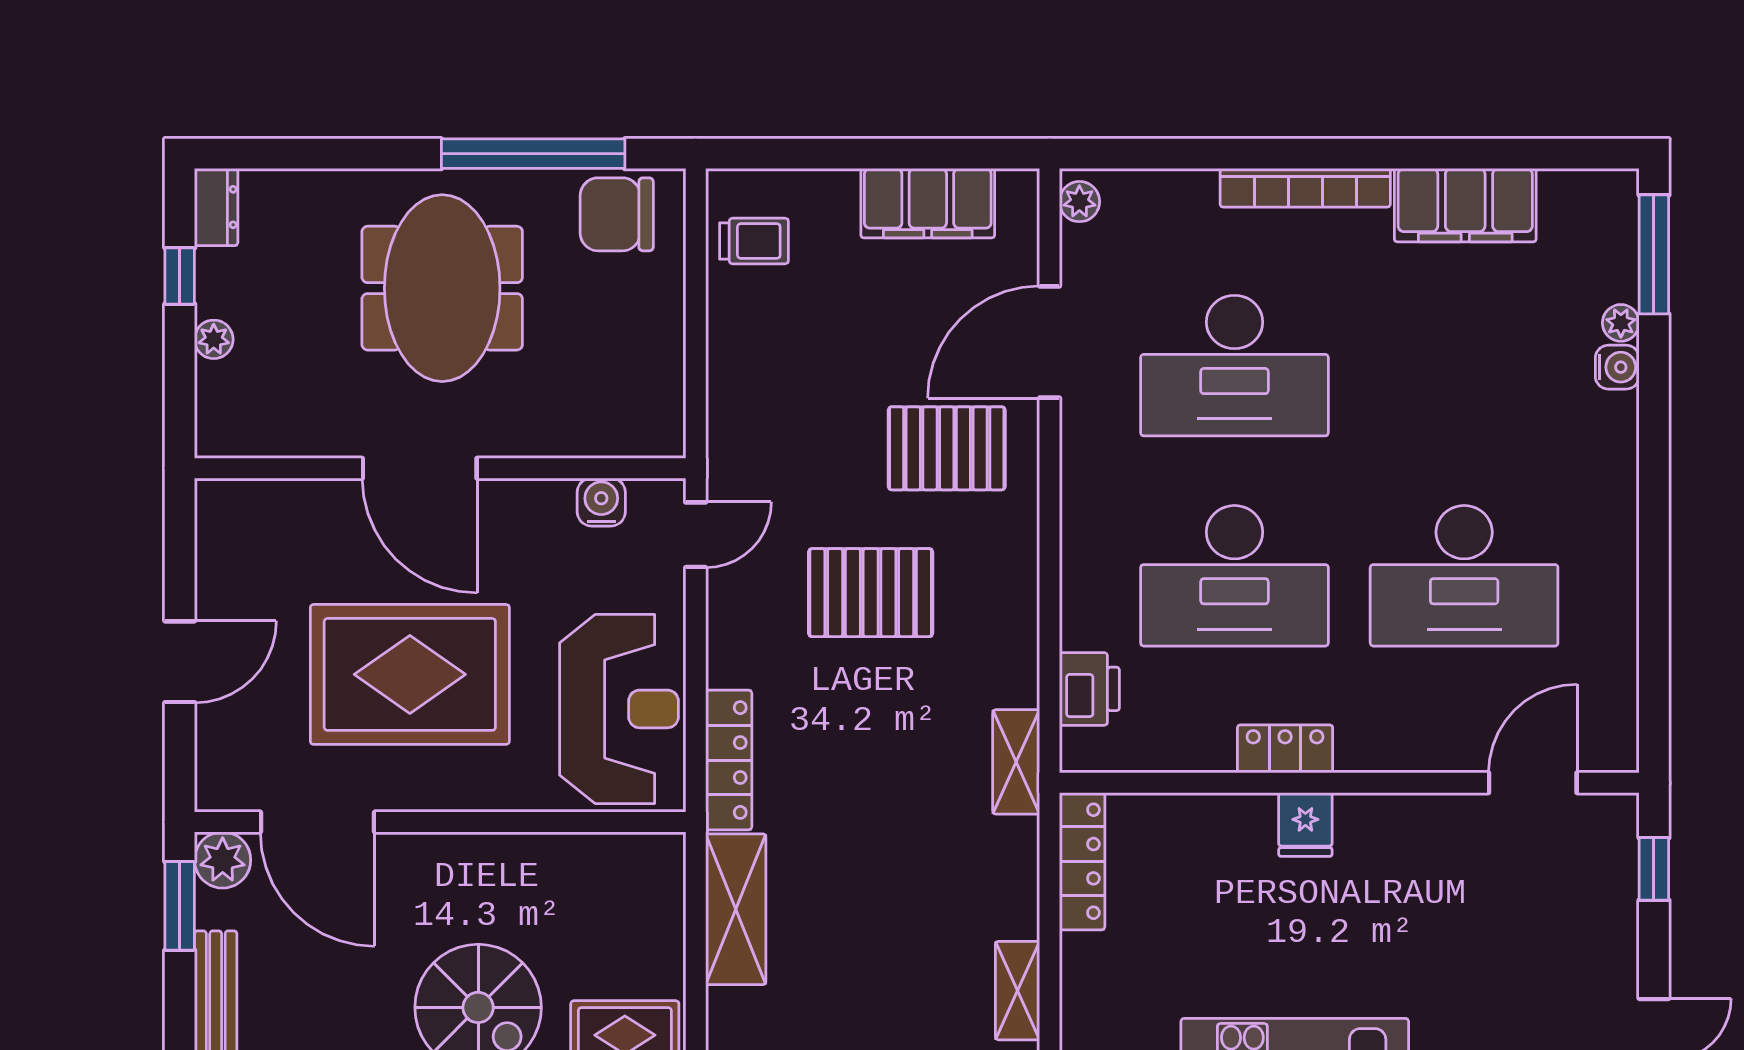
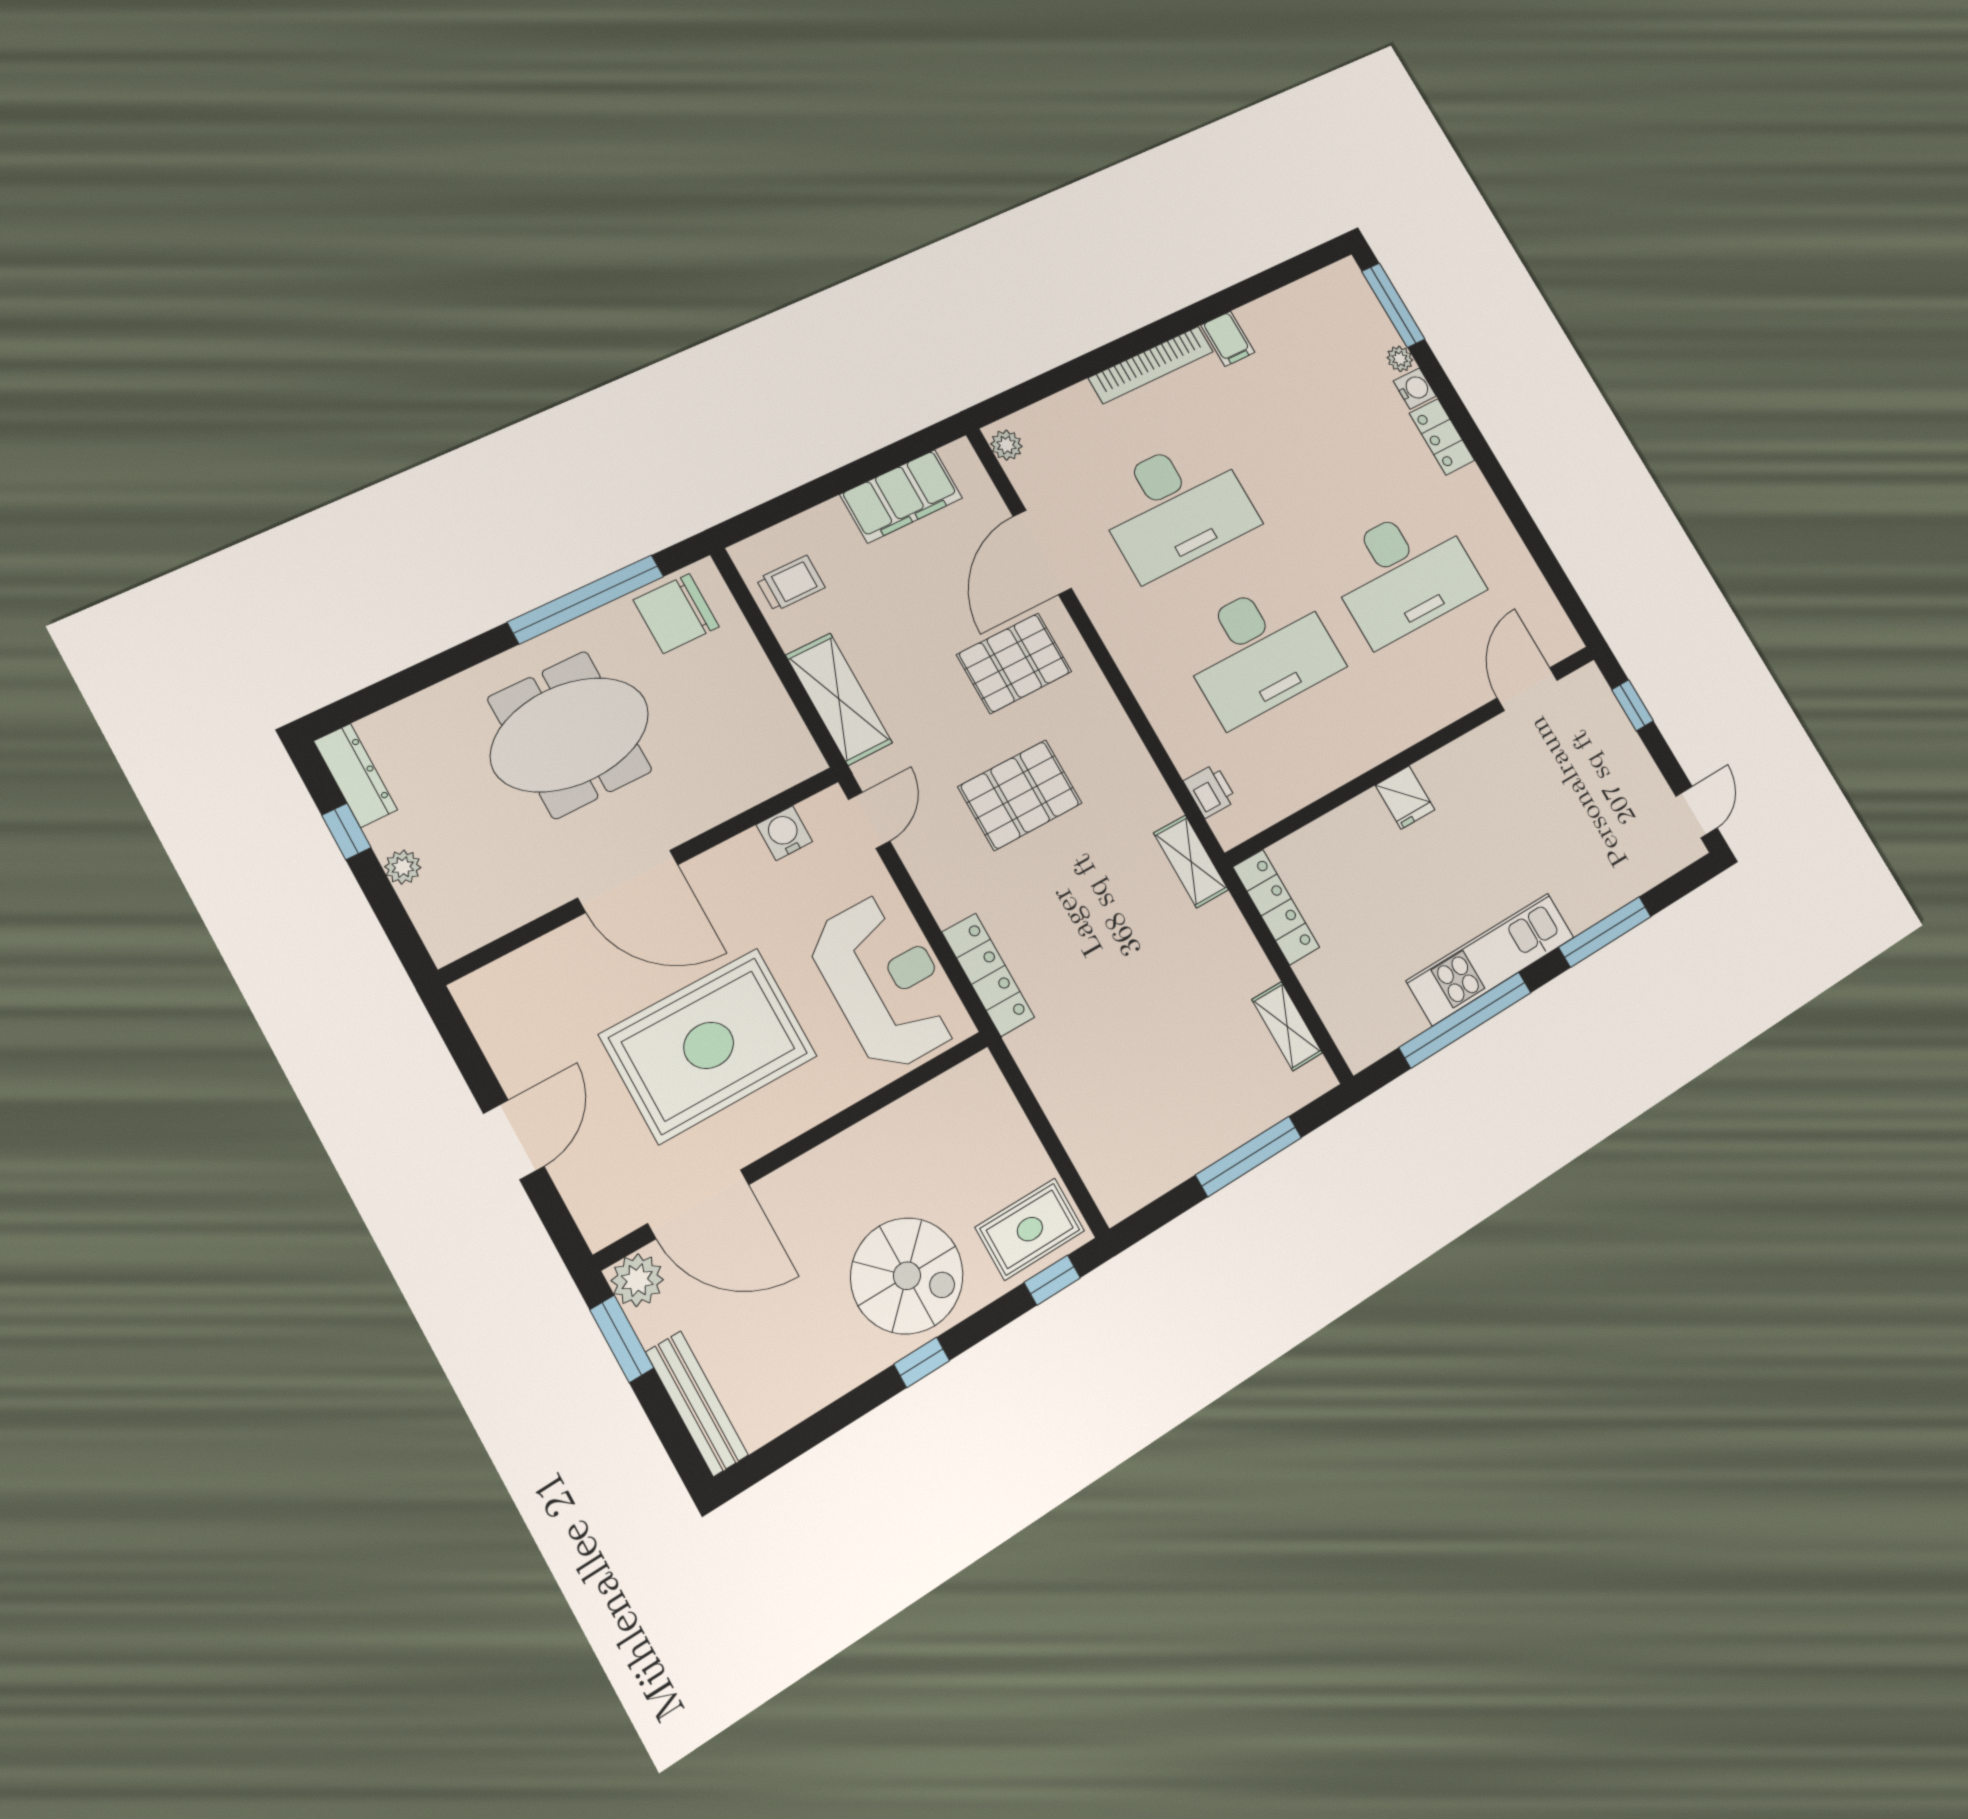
filing cabinet: (1465, 205) -> (1228, 339), width x0.33, depth x0.86
dresser: (216, 207) -> (355, 775), width x1.44
meeting table: (442, 288) -> (570, 735), turned 90
printer: (1089, 689) -> (1210, 791), width x0.73, depth x0.81
locker: (1285, 749) -> (1442, 437), moved, turned -90
shelving: (736, 909) -> (839, 699), moved

